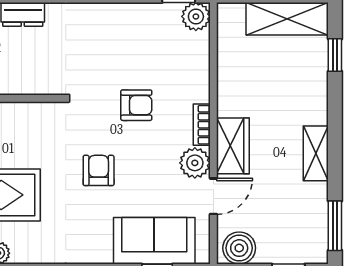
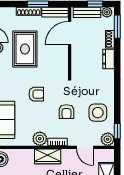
side table: (138, 38) -> (98, 113), added
door: (213, 196) -> (85, 147), moved

